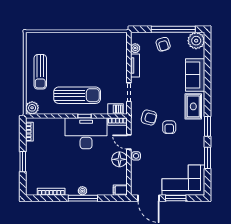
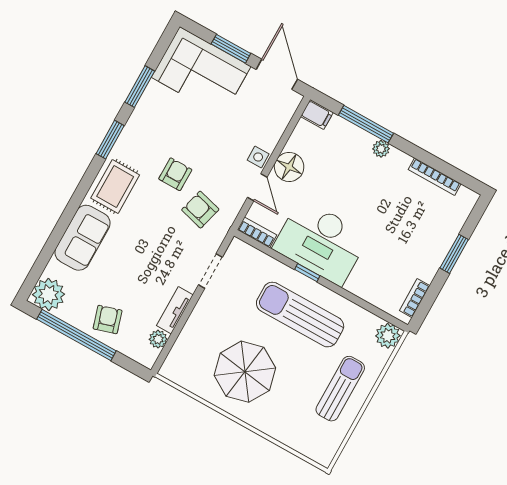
parasol: (88, 55) -> (245, 372), added
barbecue: (115, 109) -> (248, 255), removed
window: (83, 198) -> (366, 124), moved

